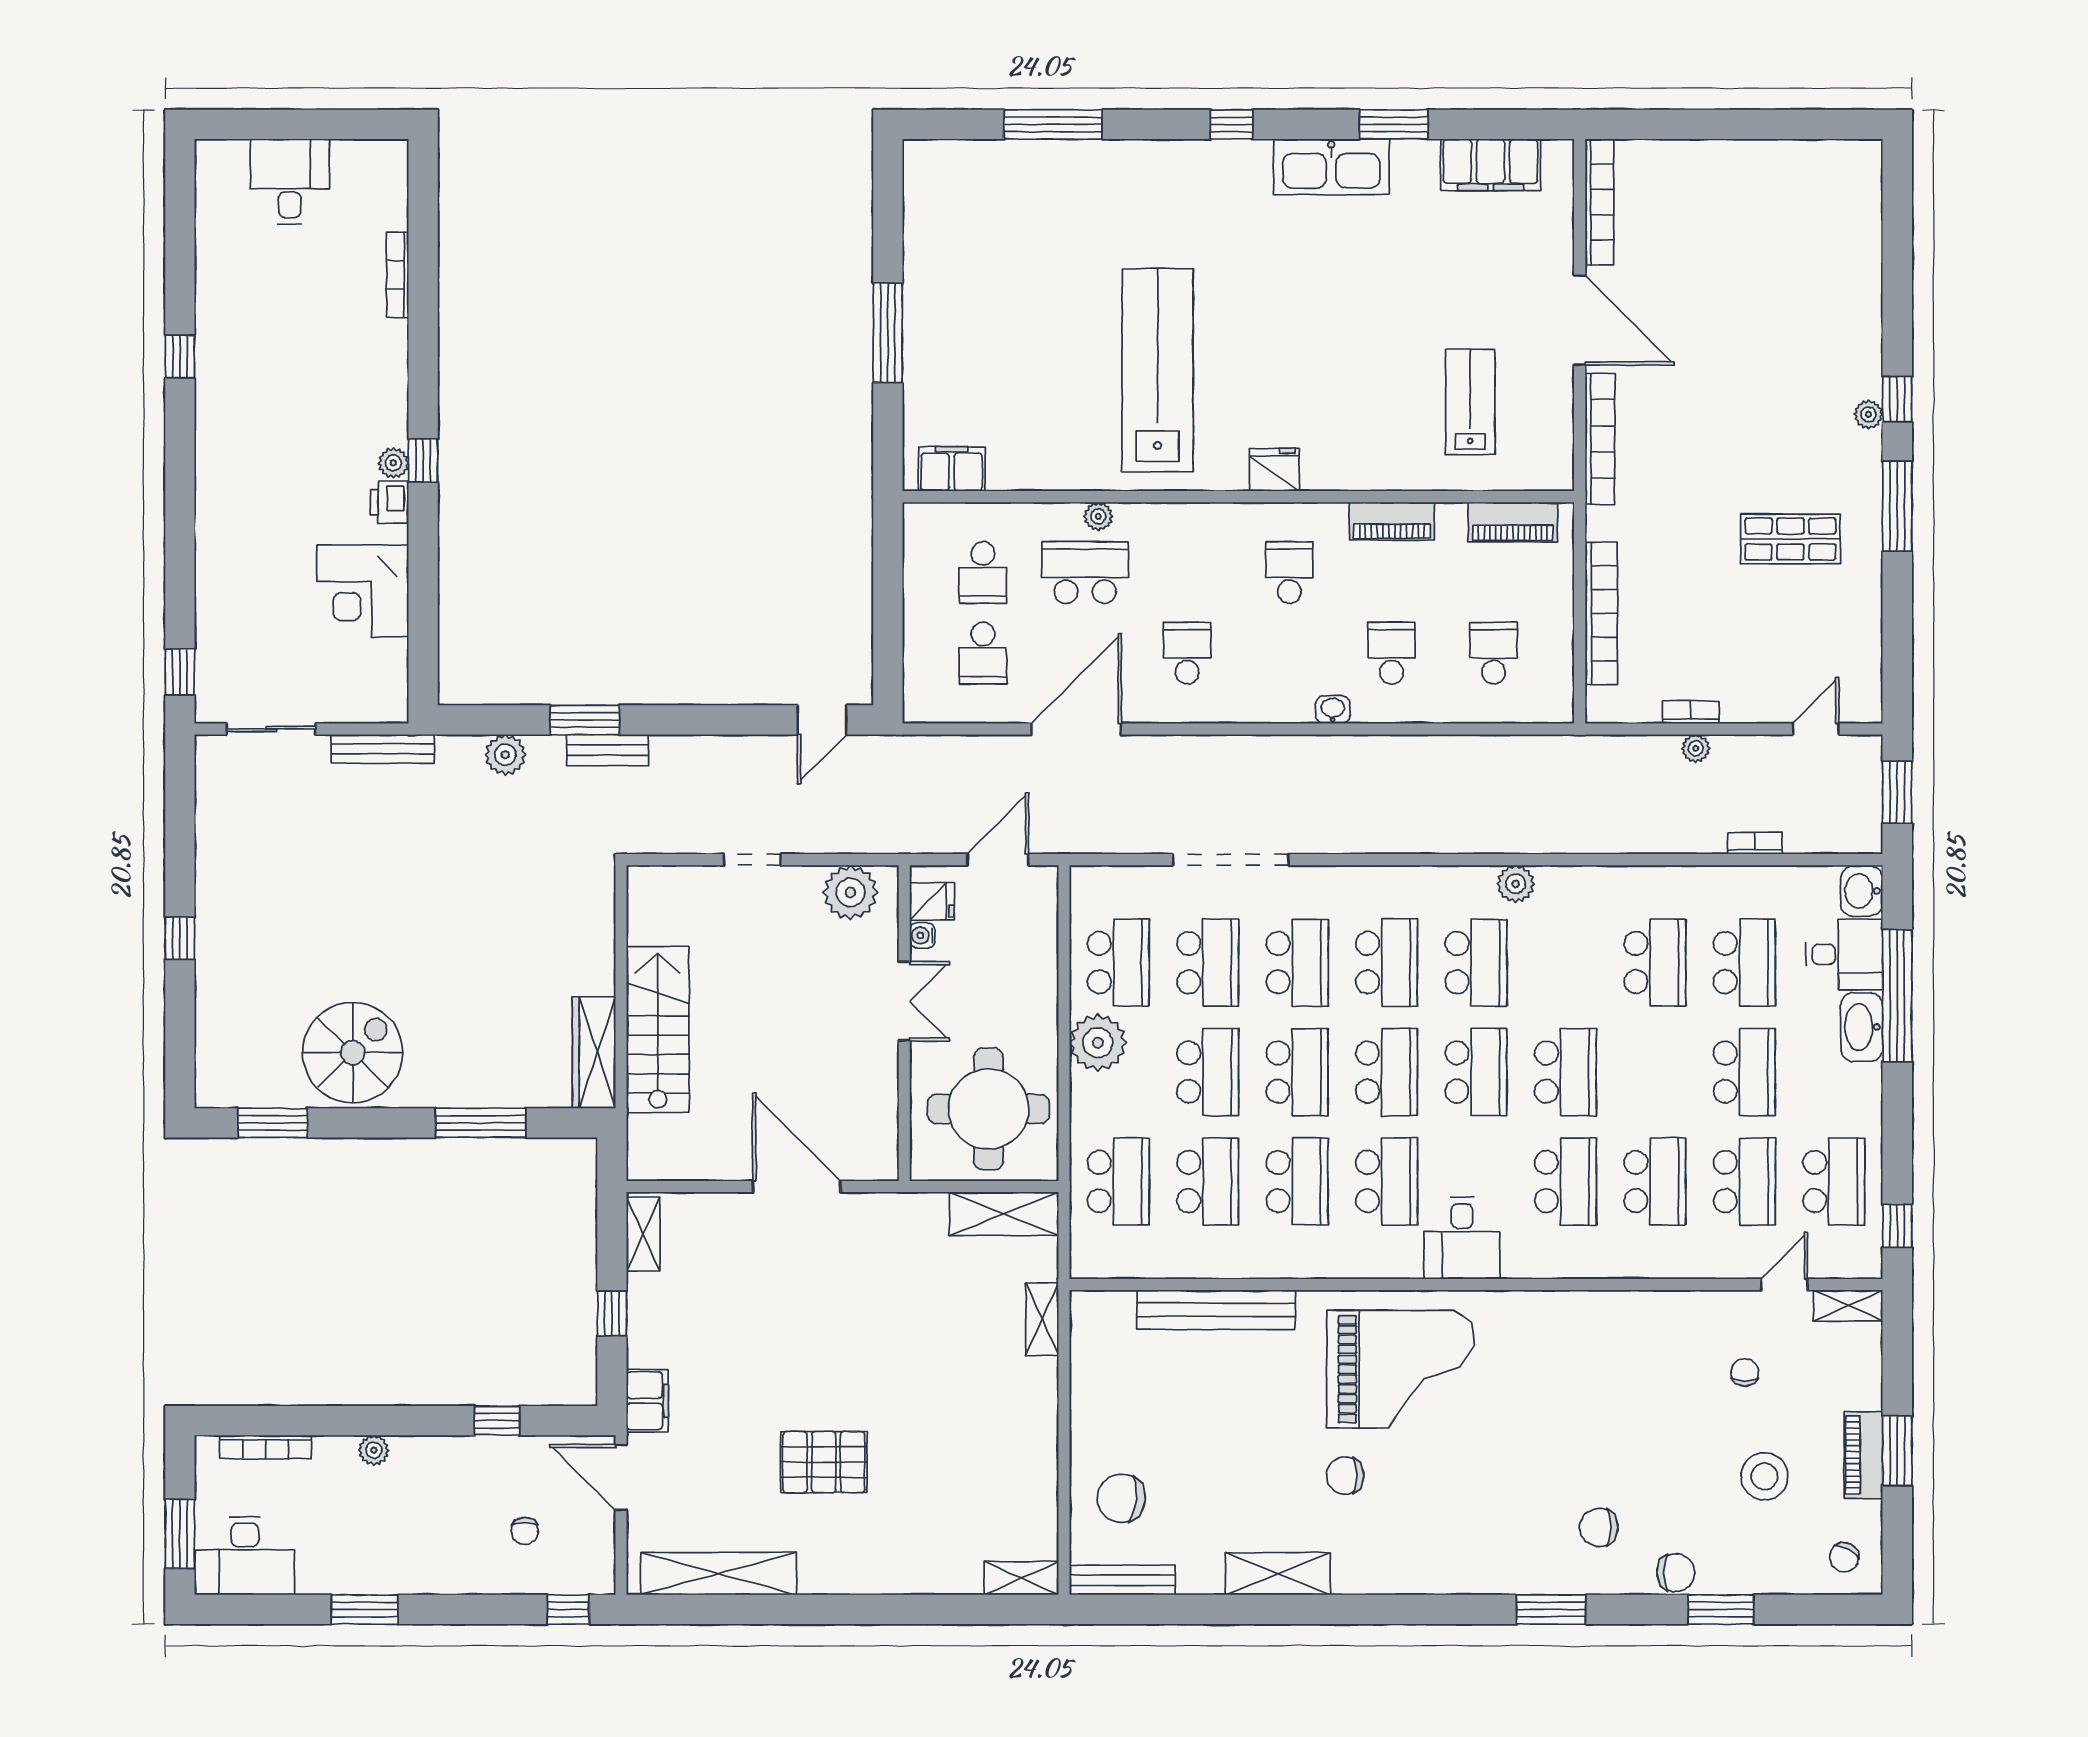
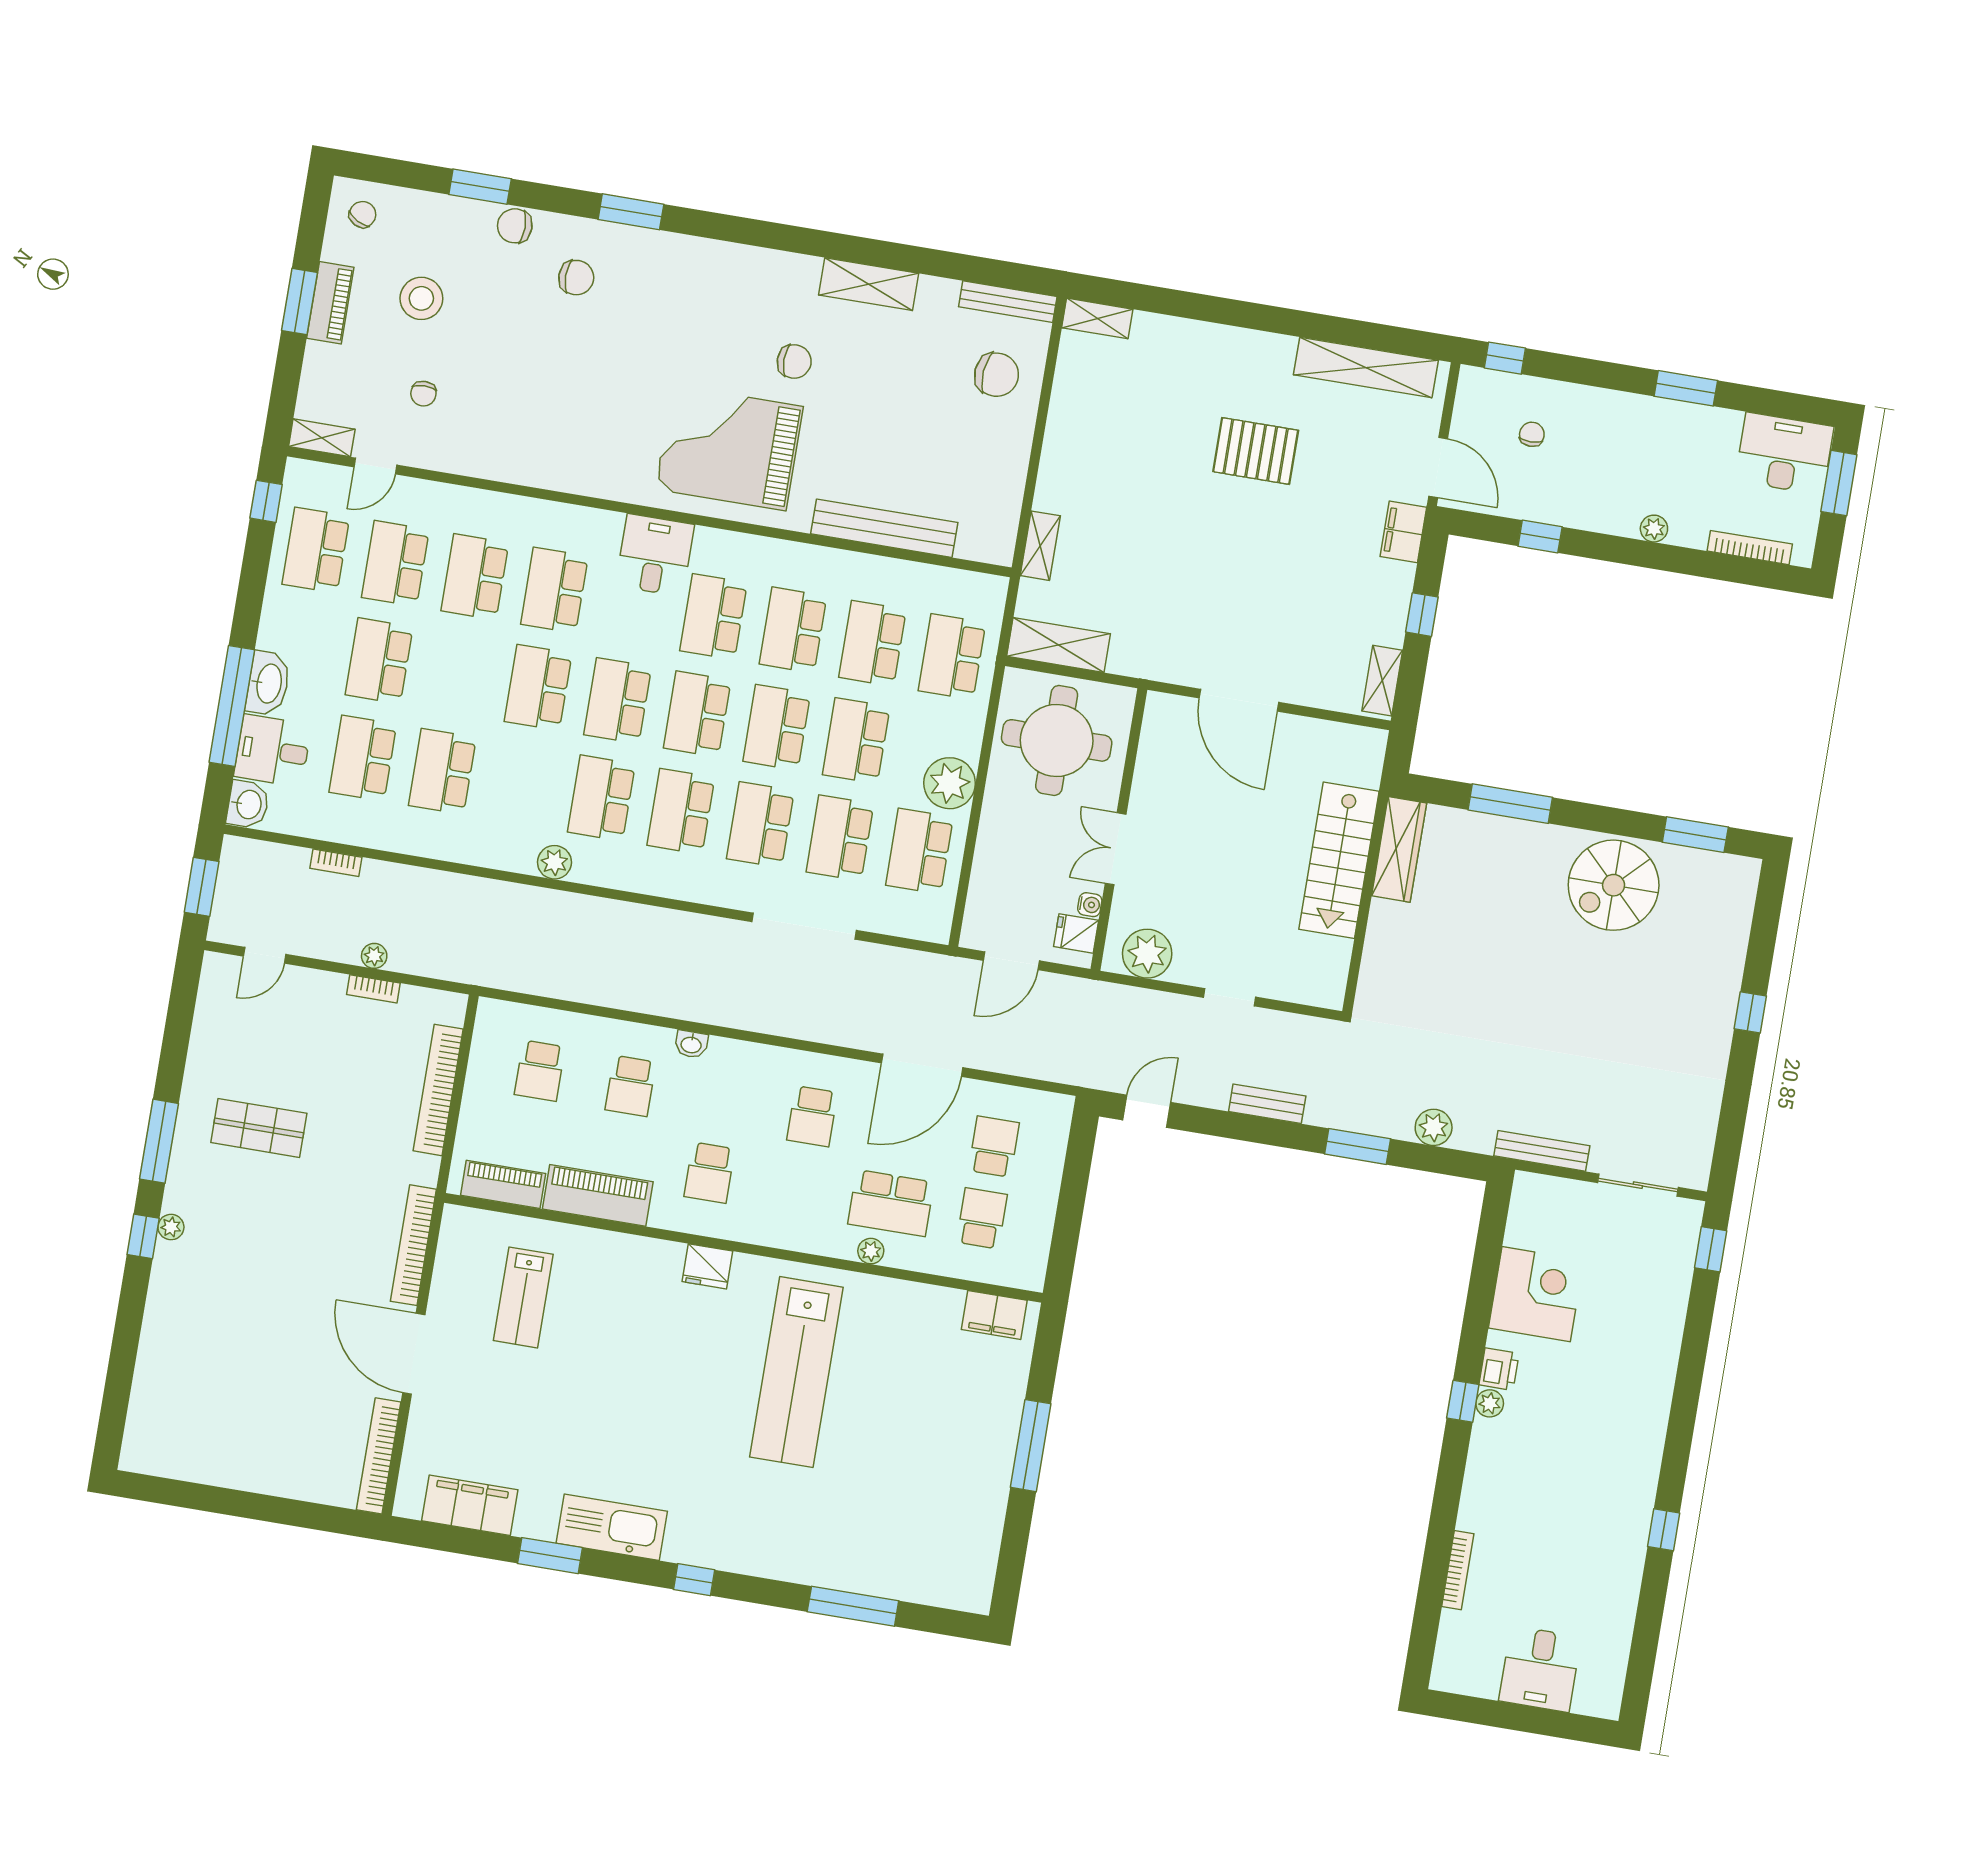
piano: (1392, 521) -> (598, 1195), width x1.37, depth x1.33
bench: (607, 750) -> (1267, 1104), moved

